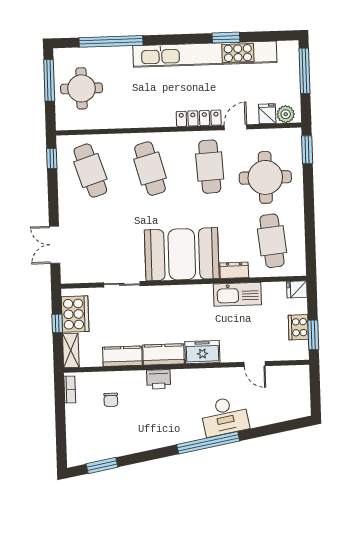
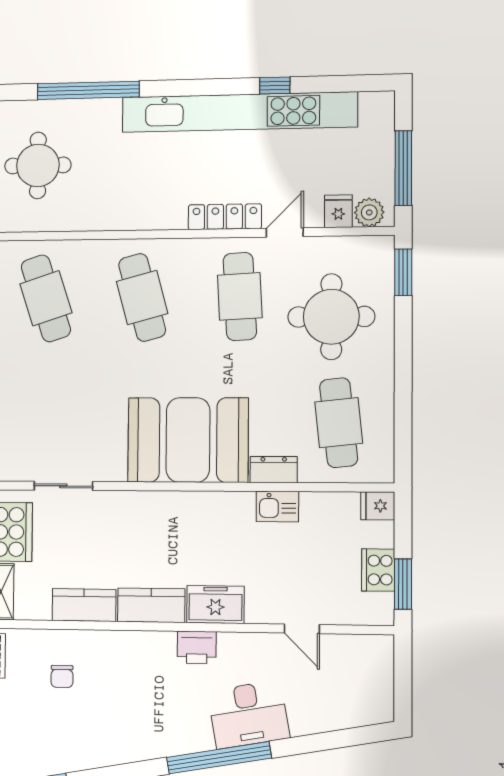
window: (226, 38) -> (275, 85), width x0.67
window: (305, 71) -> (403, 168), moved
sliding door: (122, 284) -> (63, 486), moved
kitchen sink: (237, 294) -> (277, 507), width x0.53, depth x0.81
printer: (159, 379) -> (197, 647), moved

